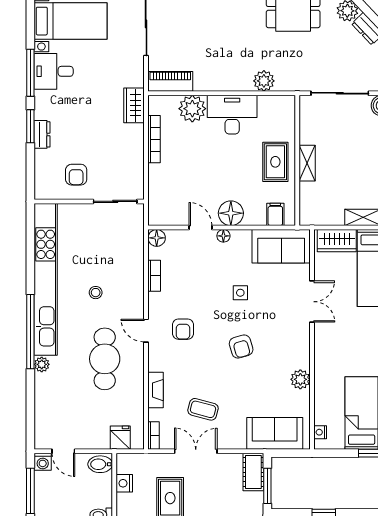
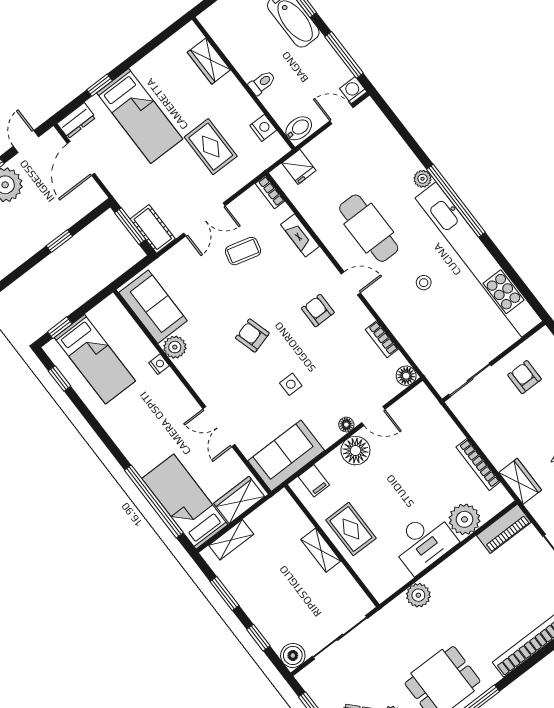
nightstand: (320, 432) -> (159, 364), moved
sofa: (275, 433) -> (153, 307), moved, turned -90
double door: (196, 451) -> (204, 219), moved

